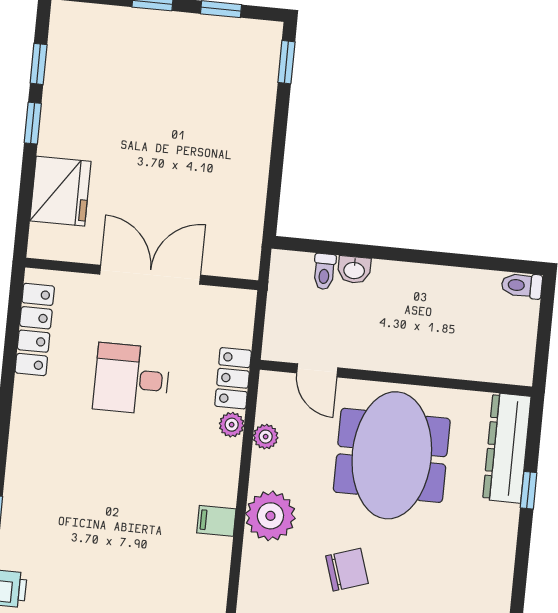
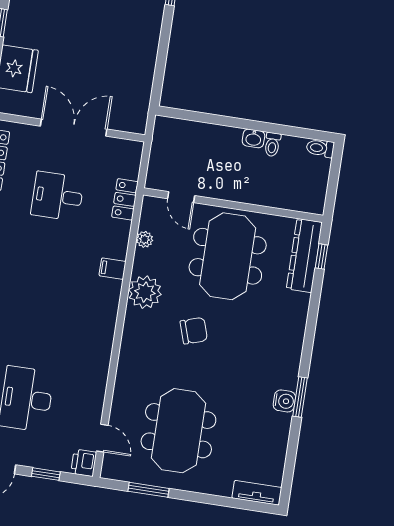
washbasin: (354, 270) -> (253, 138), moved
toilet: (324, 272) -> (272, 144), moved
plant: (232, 425) -> (122, 230), removed
window: (529, 490) -> (322, 256), moved
filing cabinet: (216, 521) -> (113, 269), moved

